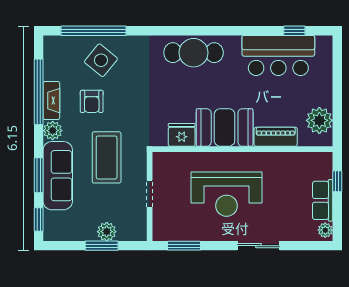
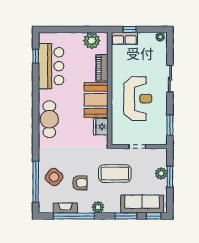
fireplace: (51, 101) -> (65, 208), moved
sofa: (58, 176) -> (142, 204), moved
row of seats: (323, 200) -> (124, 38), moved

